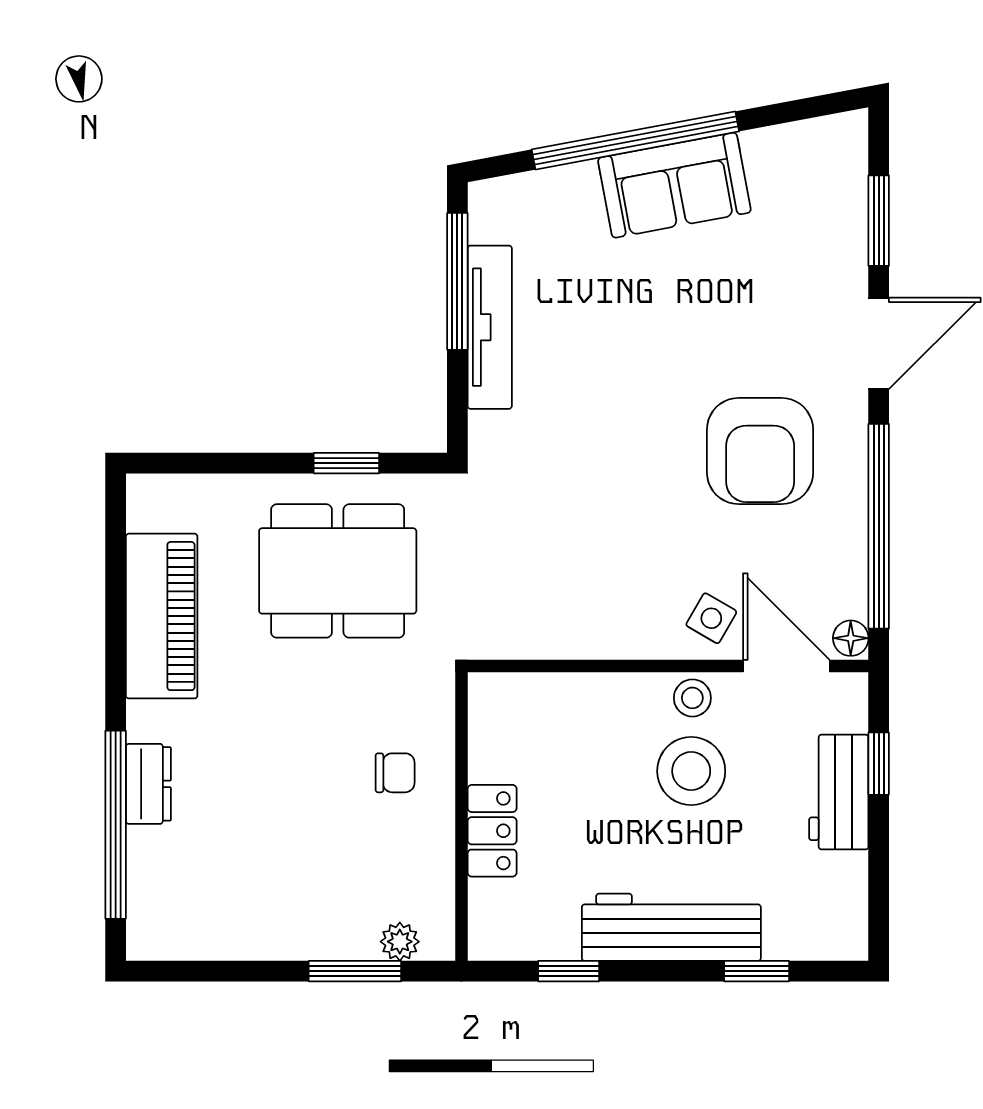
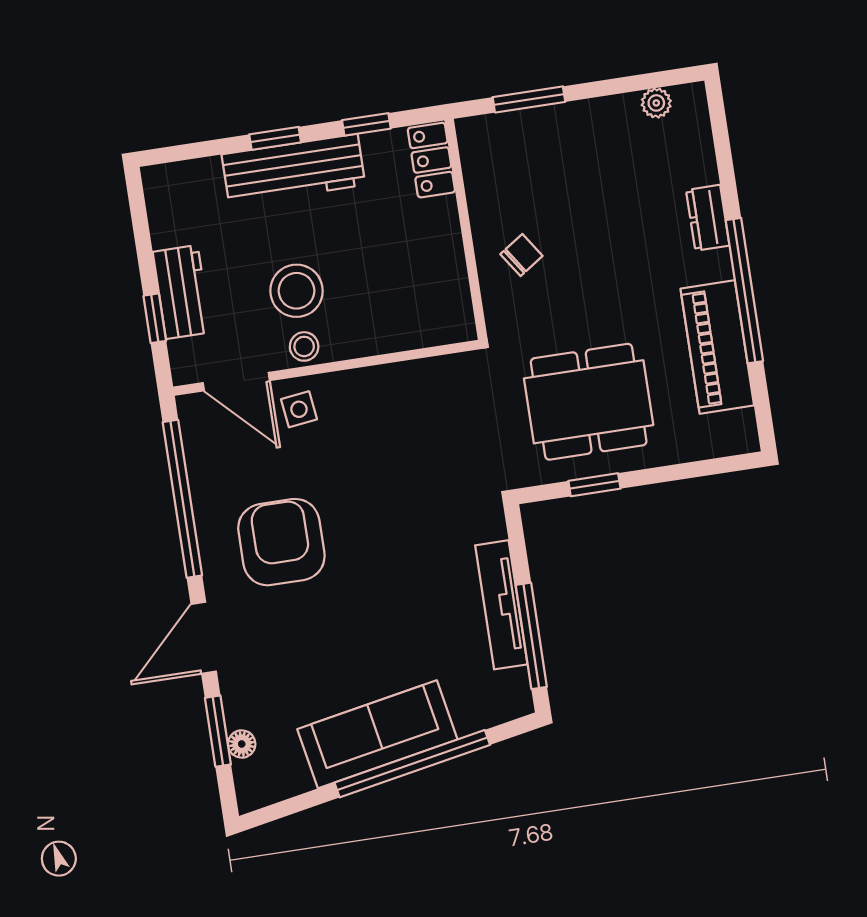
sofa: (674, 185) -> (377, 734), width x1.36
side table: (711, 618) -> (299, 409), turned -37
floor lamp: (851, 638) -> (242, 744), moved
chair: (395, 773) -> (521, 255), turned 146
window: (116, 825) -> (744, 291), moved
locker: (492, 831) -> (431, 160), moved
plant: (400, 942) -> (656, 103), moved
window: (757, 971) -> (275, 138), moved

